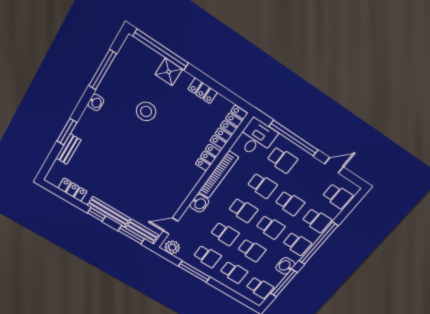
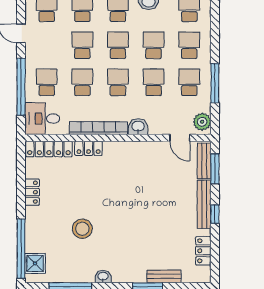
shower: (169, 72) -> (35, 263), moved

